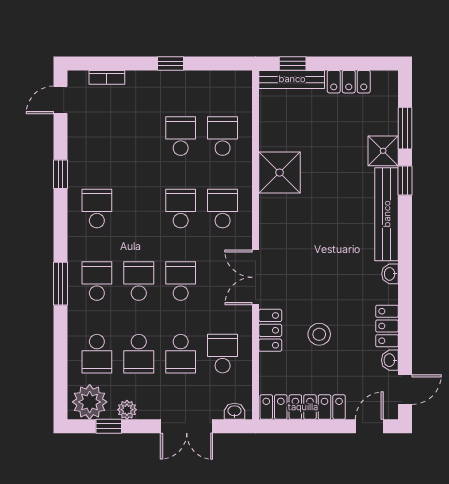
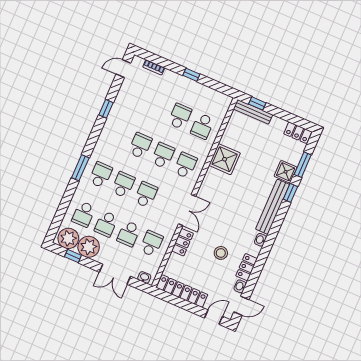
locker: (349, 82) -> (298, 133), moved
school desk: (223, 136) -> (202, 126), turned 180
school desk: (97, 209) -> (140, 146), moved
double door: (256, 277) -> (187, 210), swing flipped
stool: (319, 334) -> (221, 253), moved
plant: (127, 410) -> (89, 247), width x1.87, depth x1.87

